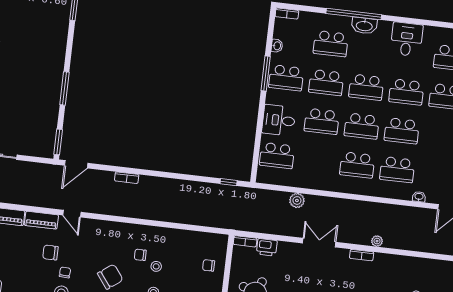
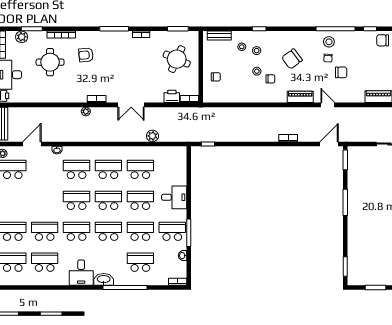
washbasin: (364, 26) -> (104, 279), moved
school desk: (277, 156) -> (140, 169), moved
piano: (41, 220) -> (300, 97), moved

